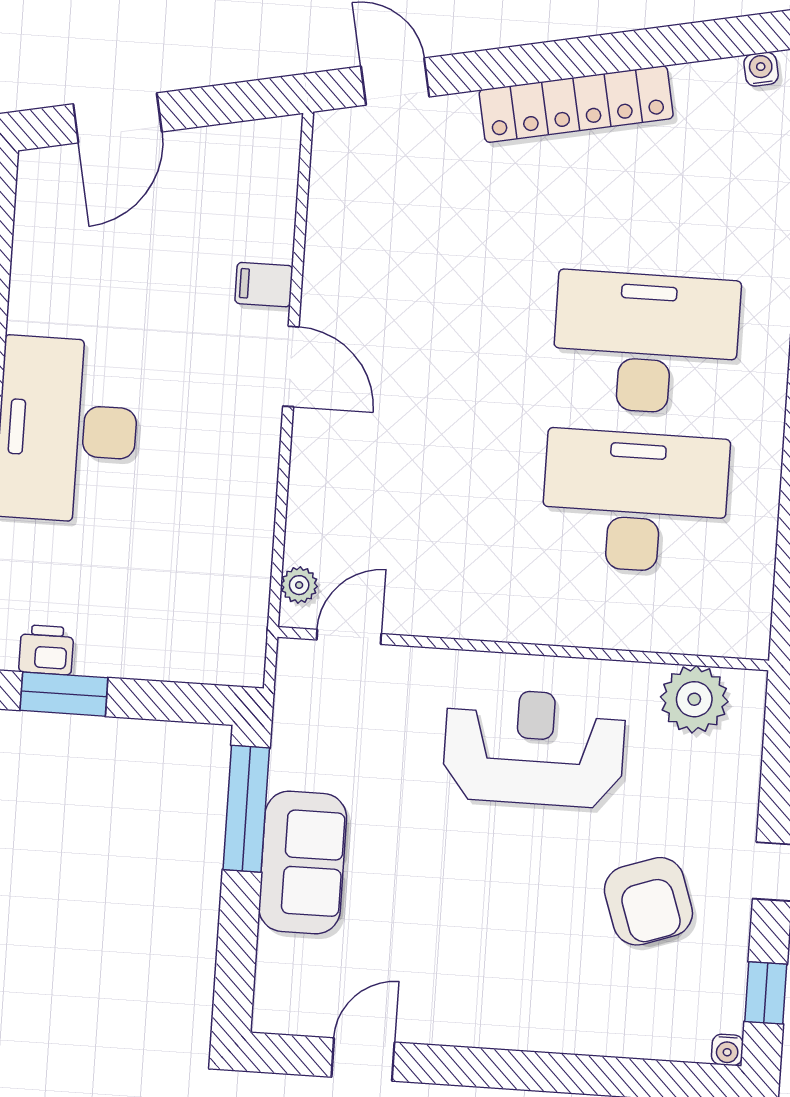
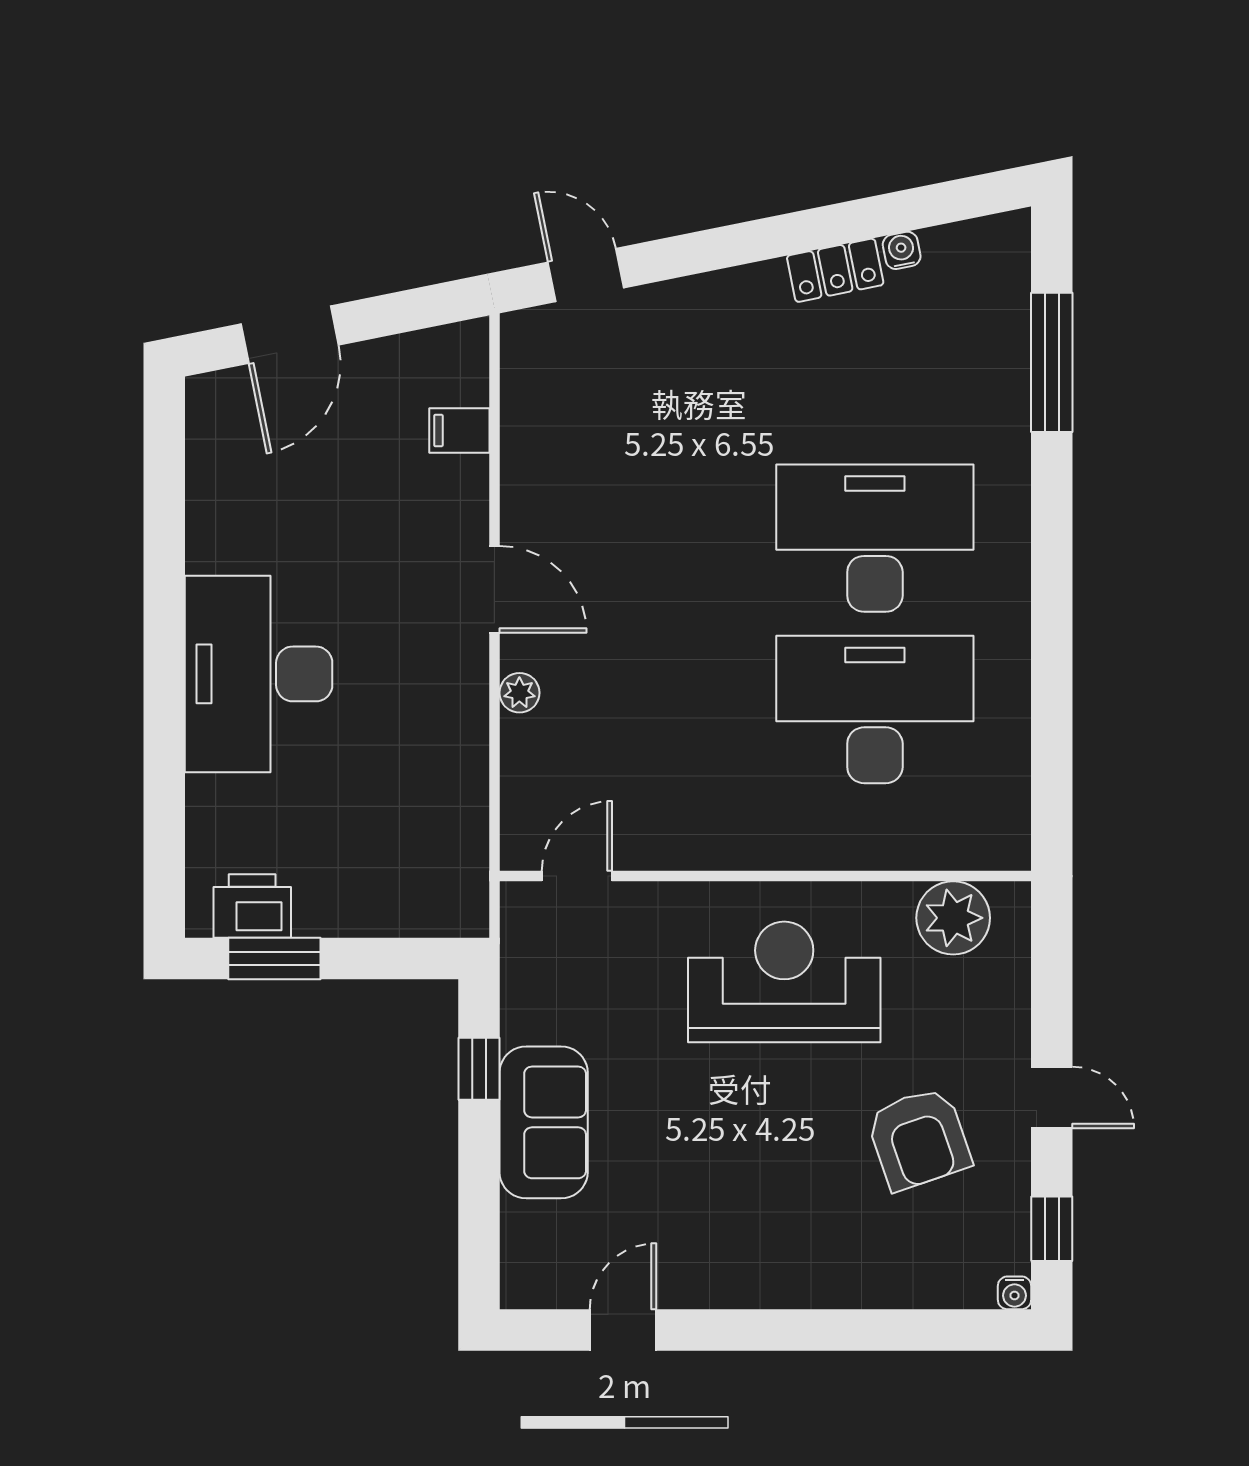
water cooler: (761, 69) -> (902, 250), moved
locker: (576, 104) -> (835, 270), width x0.46, depth x0.83
filing cabinet: (264, 285) -> (459, 430), moved
plant: (299, 585) -> (519, 693), moved
printer: (46, 650) -> (252, 906), width x1.36, depth x1.24
window: (246, 809) -> (479, 1069), width x0.46

